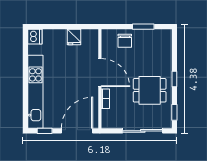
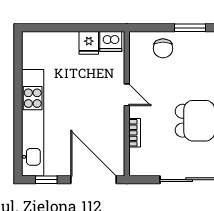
dishwasher: (35, 37) -> (111, 42), moved, turned 90
door: (100, 73) -> (127, 95), width x0.53
door: (77, 131) -> (93, 180), hinge flipped

